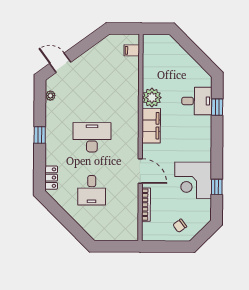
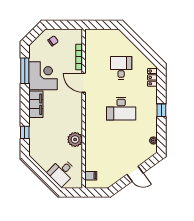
door: (60, 63) -> (135, 174), moved
desk: (197, 101) -> (62, 172), moved, turned -45
filing cabinet: (151, 126) -> (36, 104), moved, turned 180
window: (217, 187) -> (25, 71), width x2.17

